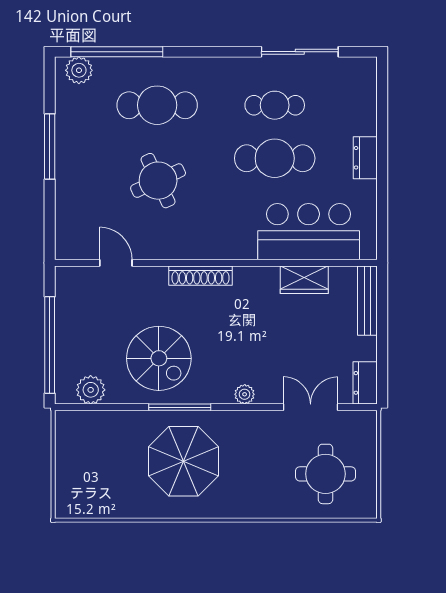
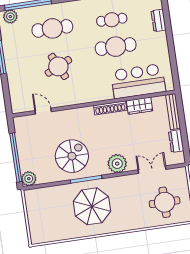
dresser: (365, 158) -> (159, 20), moved
shoe rack: (200, 276) -> (110, 108), moved
spiral stairs: (159, 358) -> (72, 156), turned -90
dresser: (365, 383) -> (176, 141), moved
plant: (91, 390) -> (29, 179), moved
plant: (245, 394) -> (117, 164), width x1.87, depth x1.87

